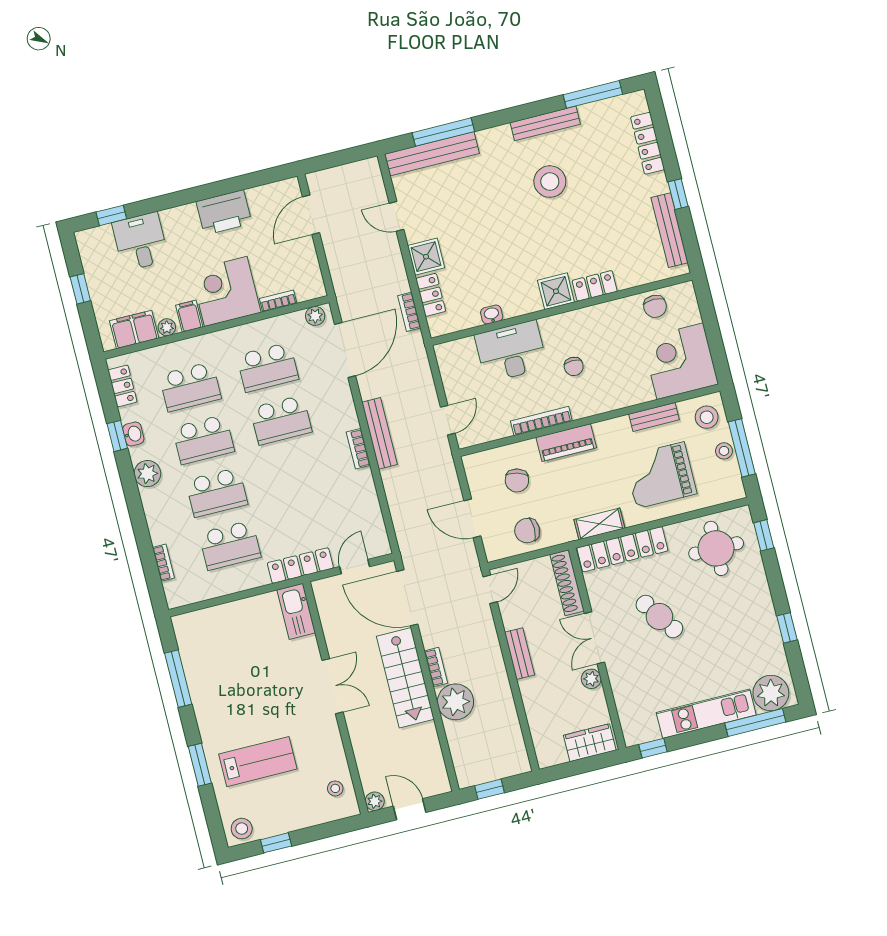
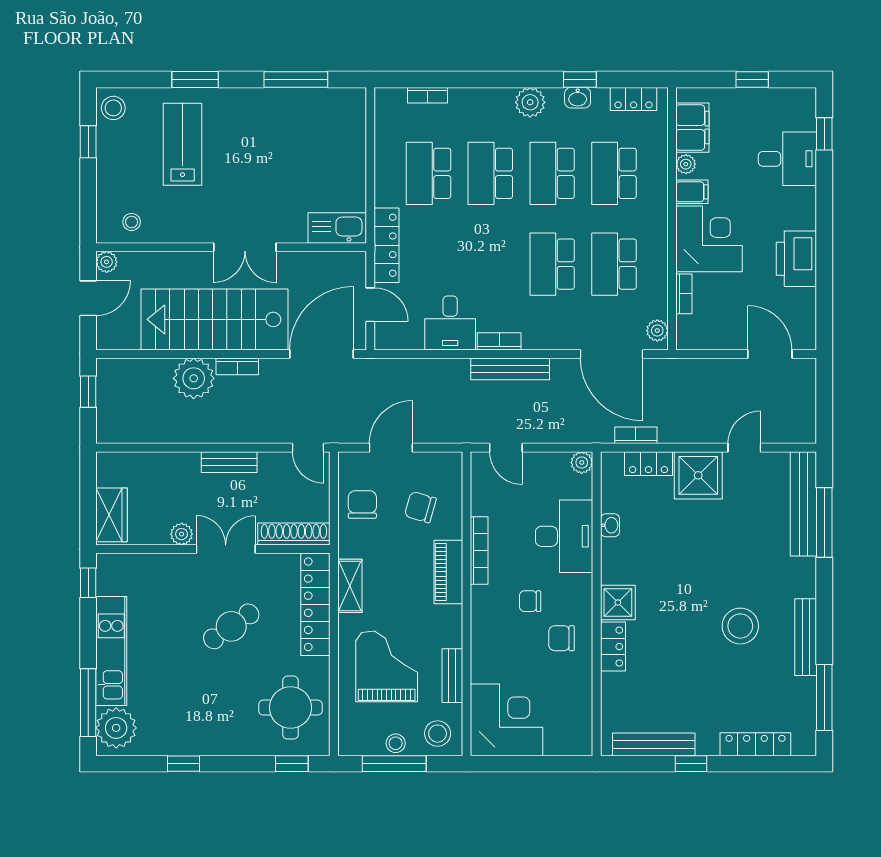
shower: (426, 257) -> (698, 475), width x1.36, depth x1.36
chair: (655, 306) -> (562, 638), moved
plant: (444, 352) -> (582, 463), added
desk: (353, 495) -> (450, 323), added
stairs: (405, 678) -> (215, 319), width x1.36, depth x1.51
lab bench: (258, 762) -> (183, 144), turned 180

